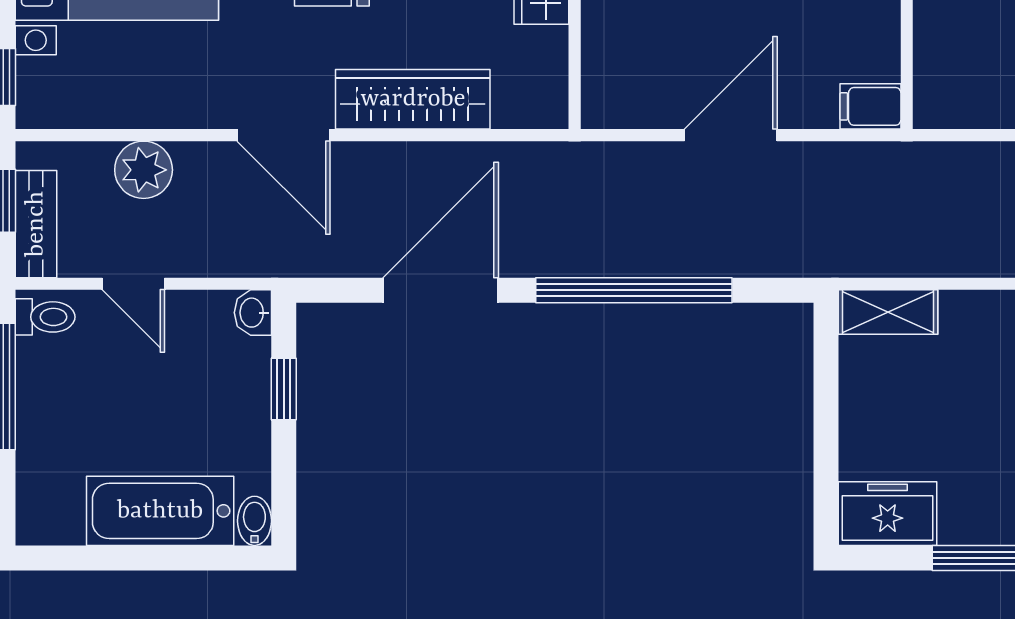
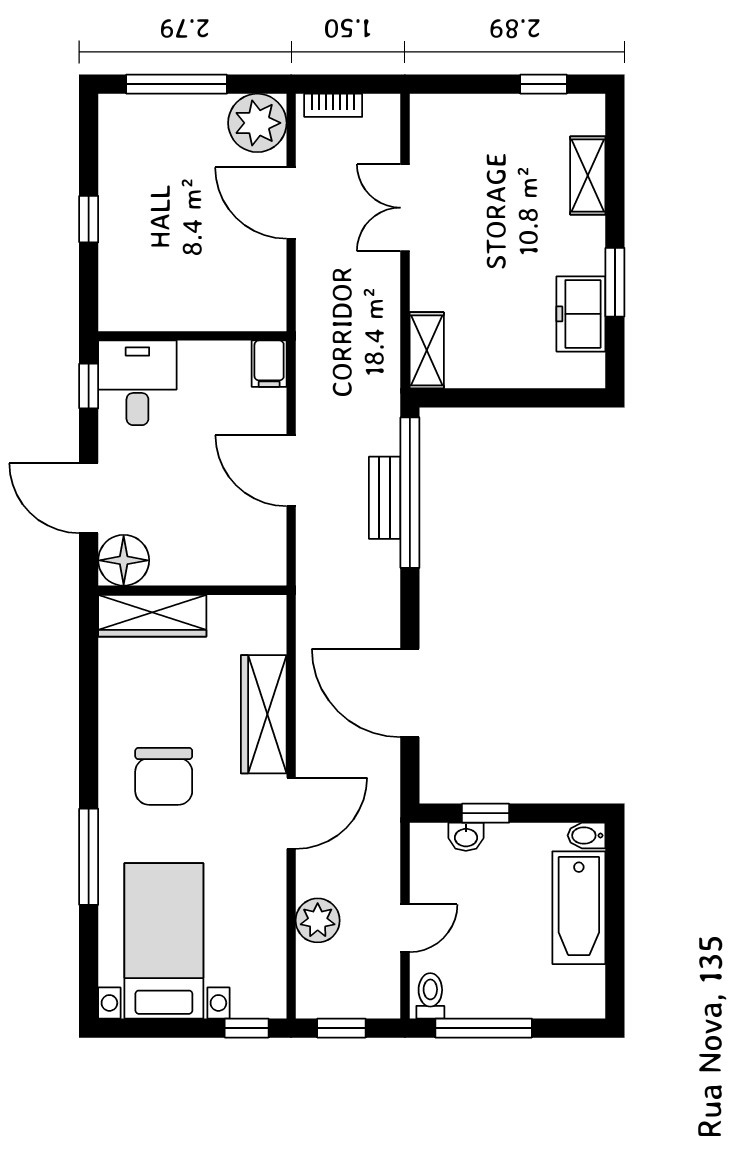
bench: (36, 224) -> (385, 498), moved, turned 90
window: (634, 290) -> (410, 493), moved
washbasin: (253, 313) -> (466, 837), moved
freezer: (888, 514) -> (581, 314), moved

